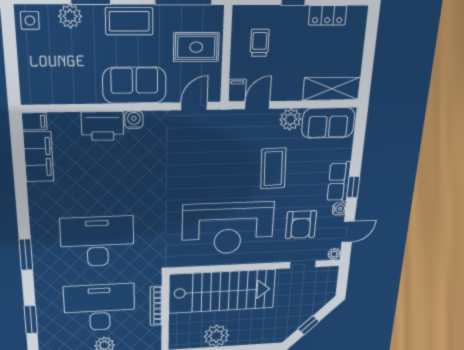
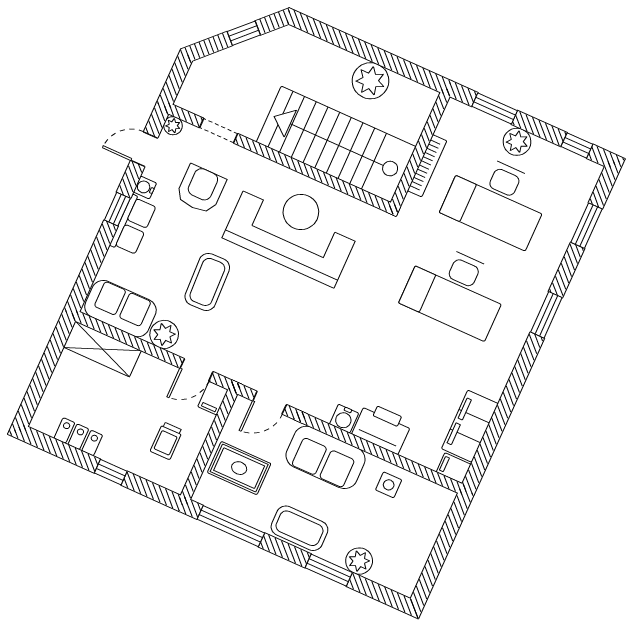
side table: (30, 21) -> (389, 485), moved

